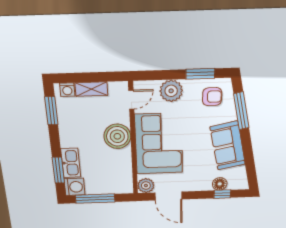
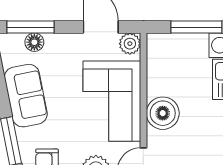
window: (222, 194) -> (30, 27), width x2.17

